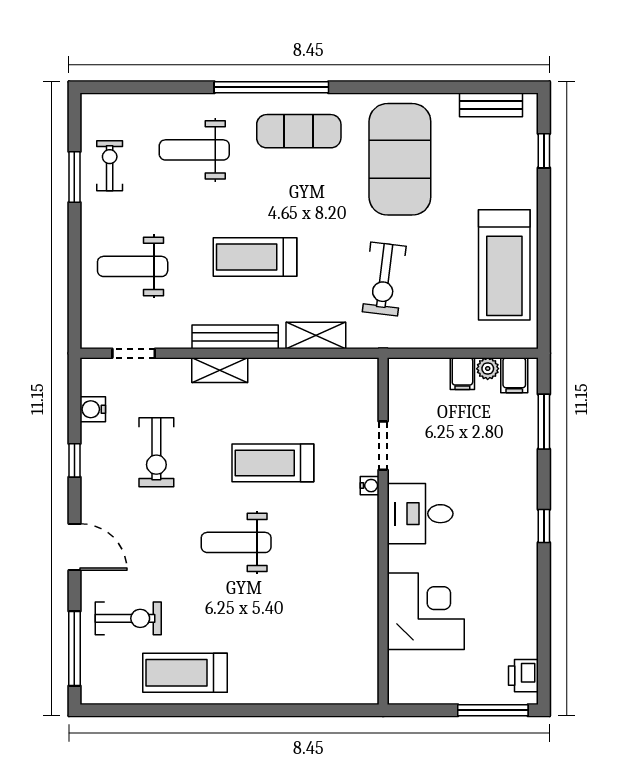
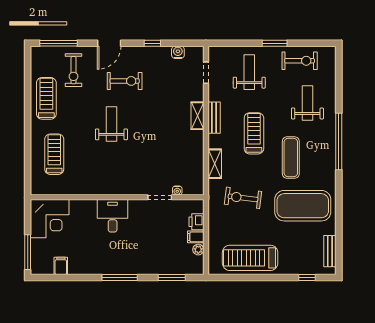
exercise mat: (299, 131) -> (291, 157), moved
exercise bike: (110, 166) -> (300, 61), width x1.38, depth x1.39
window: (74, 177) -> (275, 43), moved
bench: (235, 337) -> (214, 118), width x0.73
filing cabinet: (514, 375) -> (61, 266), moved, turned 90
exercise bike: (156, 452) -> (125, 81), moved, turned 180
treadmill: (273, 463) -> (54, 154), moved
water cooler: (370, 486) -> (177, 191), moved
desk: (420, 514) -> (113, 216), moved
window: (544, 526) -> (120, 278), width x2.17
corner desk: (426, 611) -> (50, 219), moved
printer: (523, 676) -> (196, 222), moved, turned -90

